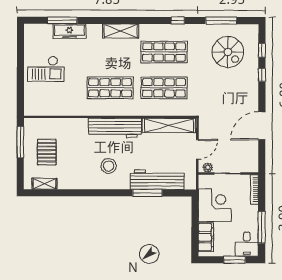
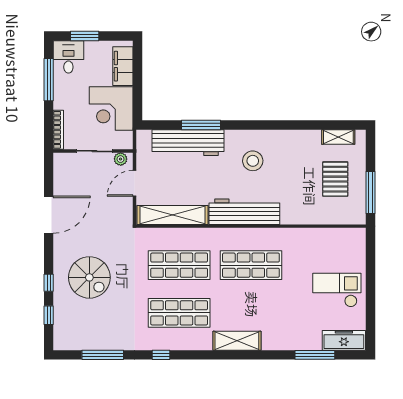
freezer: (69, 31) -> (344, 340), moved
spiral stairs: (228, 52) -> (89, 277), moved, turned 180

